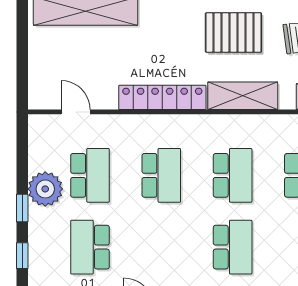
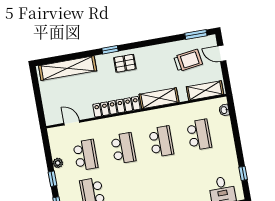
pallet: (233, 32) -> (125, 63), moved, width x0.67, depth x0.71
plant: (45, 189) -> (58, 163), width x0.53, depth x0.53
school desk: (233, 247) -> (168, 180), removed

